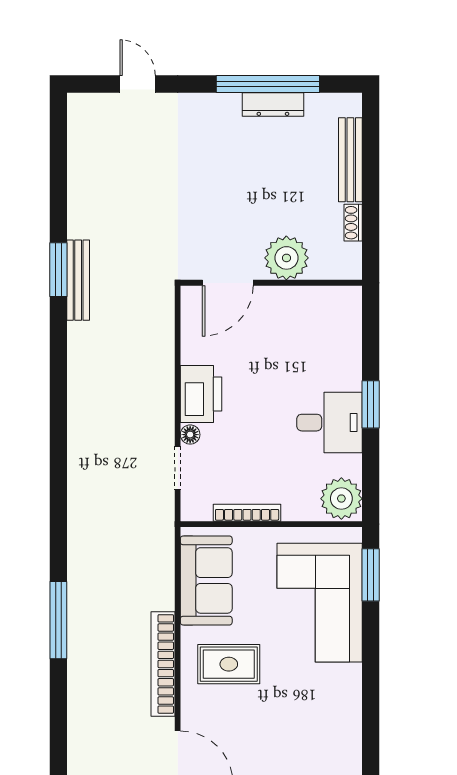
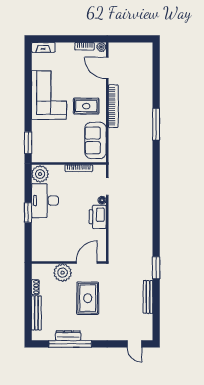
door: (138, 84) -> (134, 344), moved
rug: (225, 196) -> (88, 298), added
bench: (78, 280) -> (148, 297), moved
desk: (329, 423) -> (45, 201), width x1.37
corner sofa: (320, 603) -> (49, 95), moved

